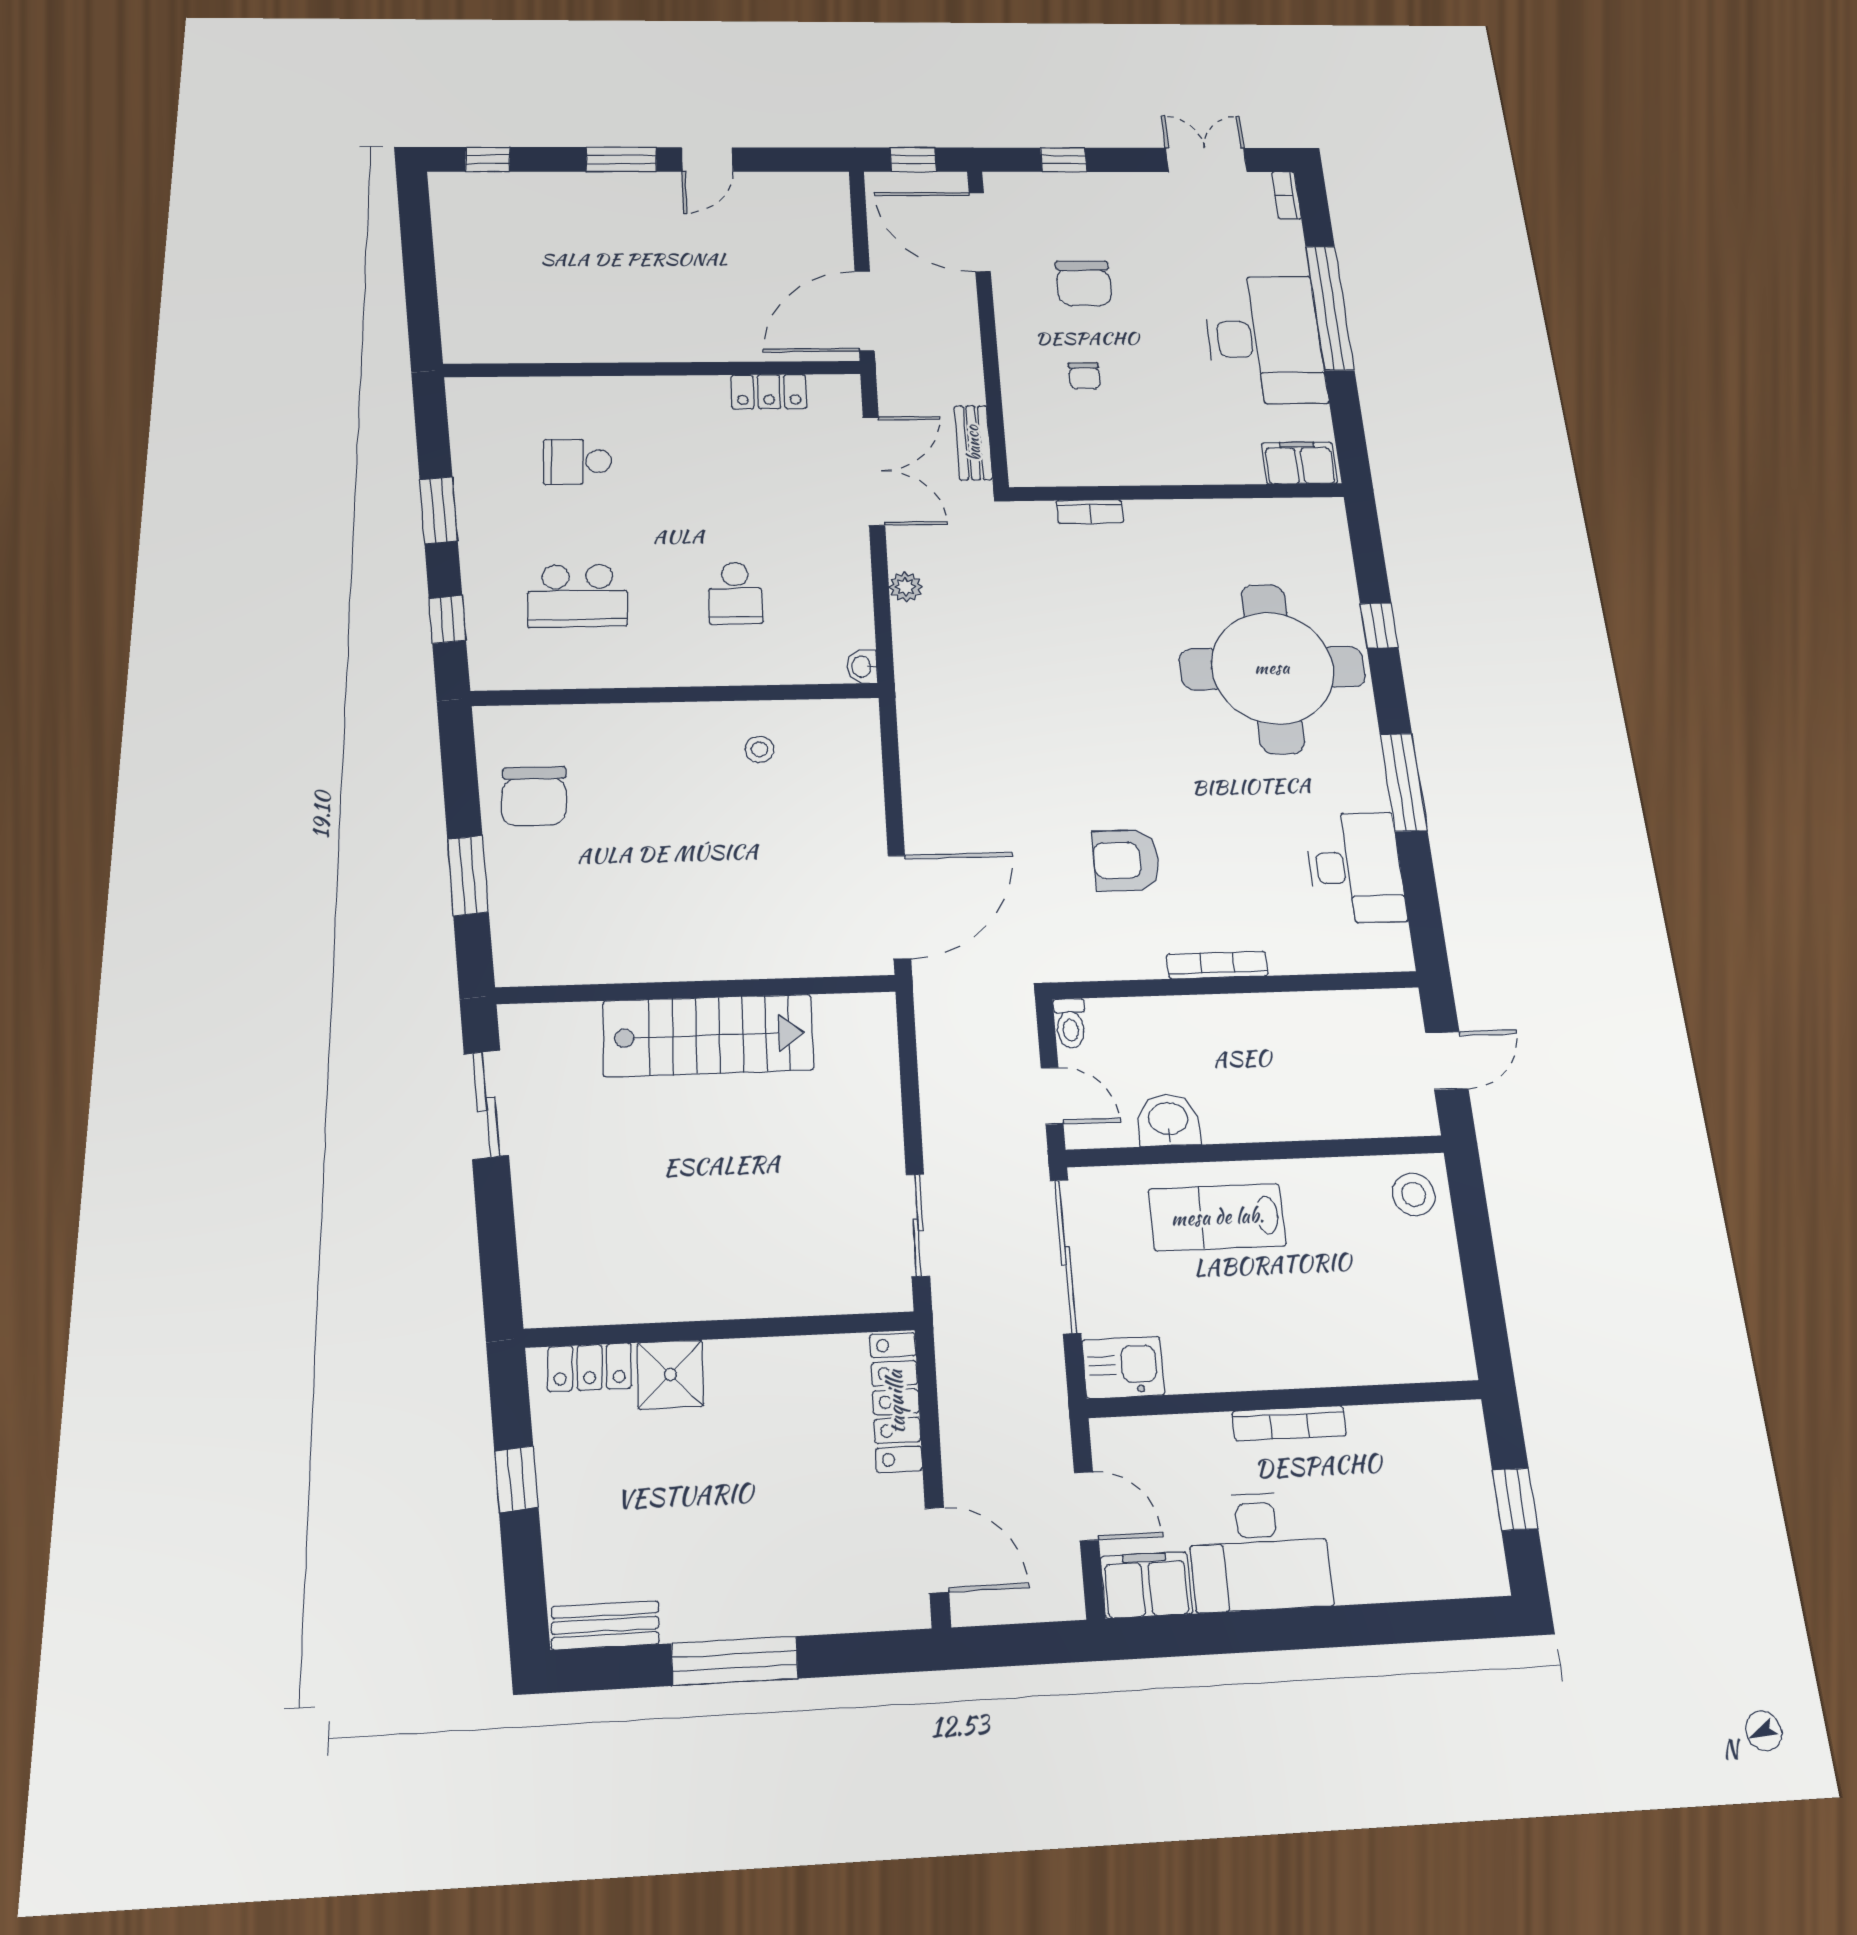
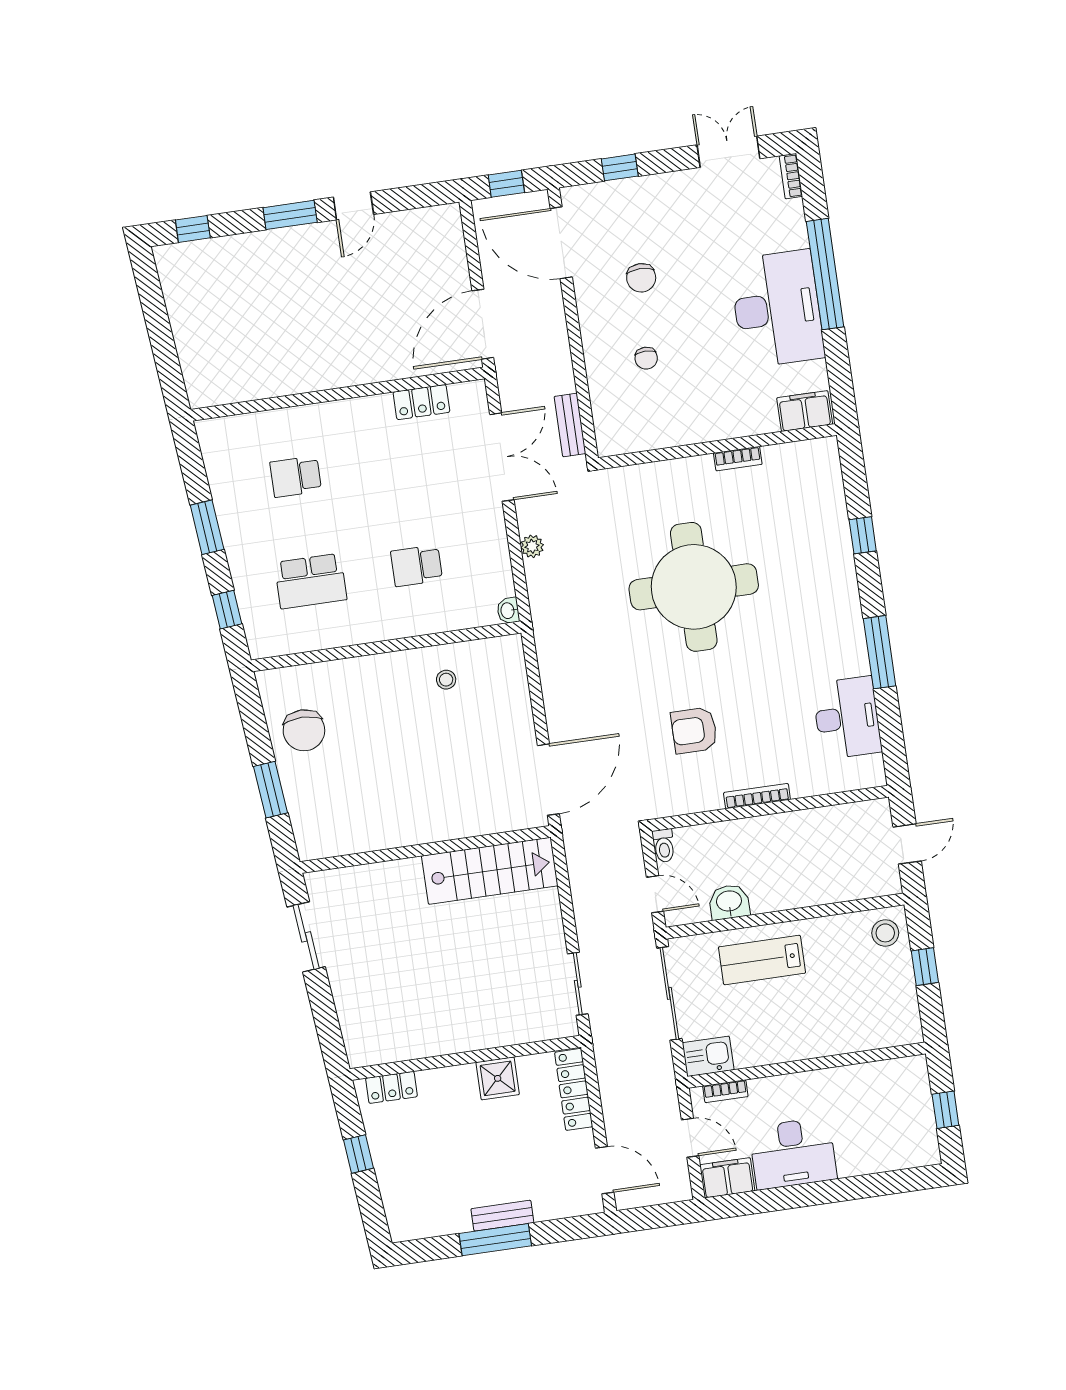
chair: (1084, 283) -> (641, 278), width x0.73, depth x0.73
bookcase: (1090, 512) -> (738, 459), moved
school desk: (735, 593) -> (417, 566), turned 90
round table: (1272, 668) -> (694, 587), moved
stairs: (708, 1035) -> (490, 871), moved
window: (1477, 1255) -> (925, 967), added
shower: (670, 1374) -> (498, 1078), moved
bookcase: (1289, 1423) -> (725, 1091), moved, width x0.64
bench: (605, 1625) -> (502, 1216), moved

